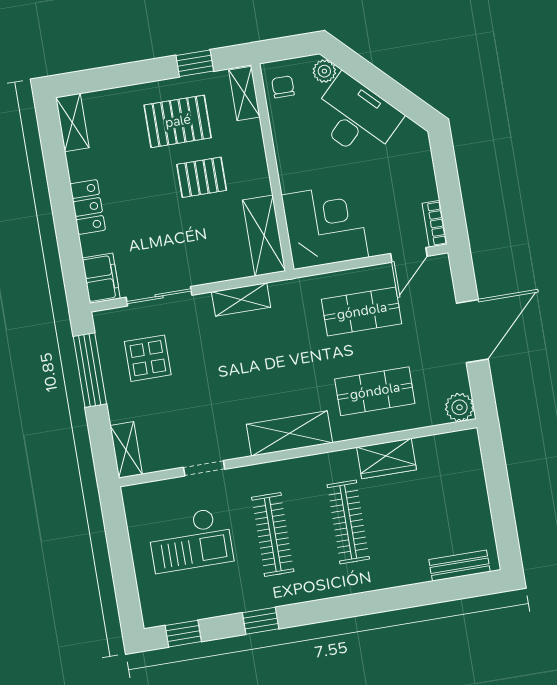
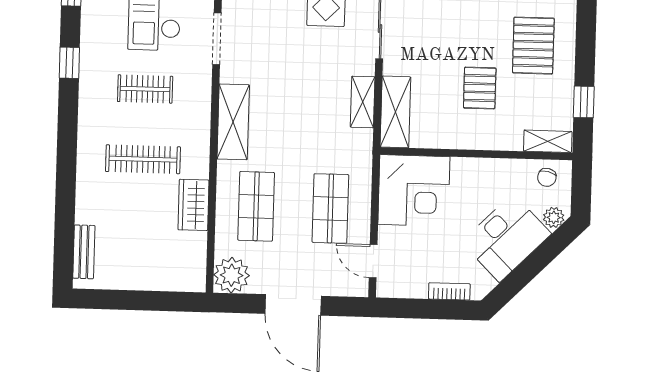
chair: (283, 87) -> (547, 177), turned 103
pallet: (178, 121) -> (533, 46), moved
bookcase: (435, 224) -> (449, 291), moved
shelving: (264, 236) -> (395, 112), moved, turned 90
plant: (459, 407) -> (232, 275), width x1.36, depth x1.36
doorway: (204, 468) -> (217, 39), width x1.38
clothes rail: (273, 534) -> (145, 89), width x0.73

